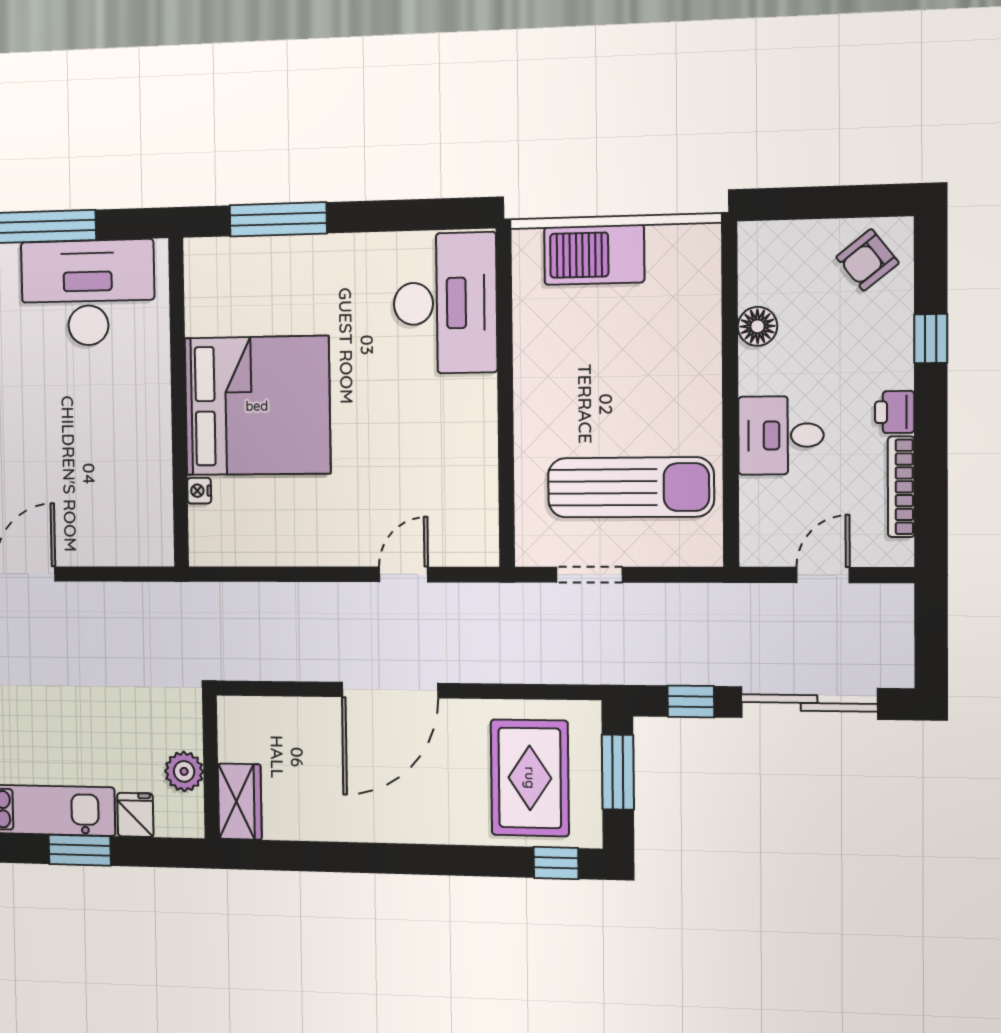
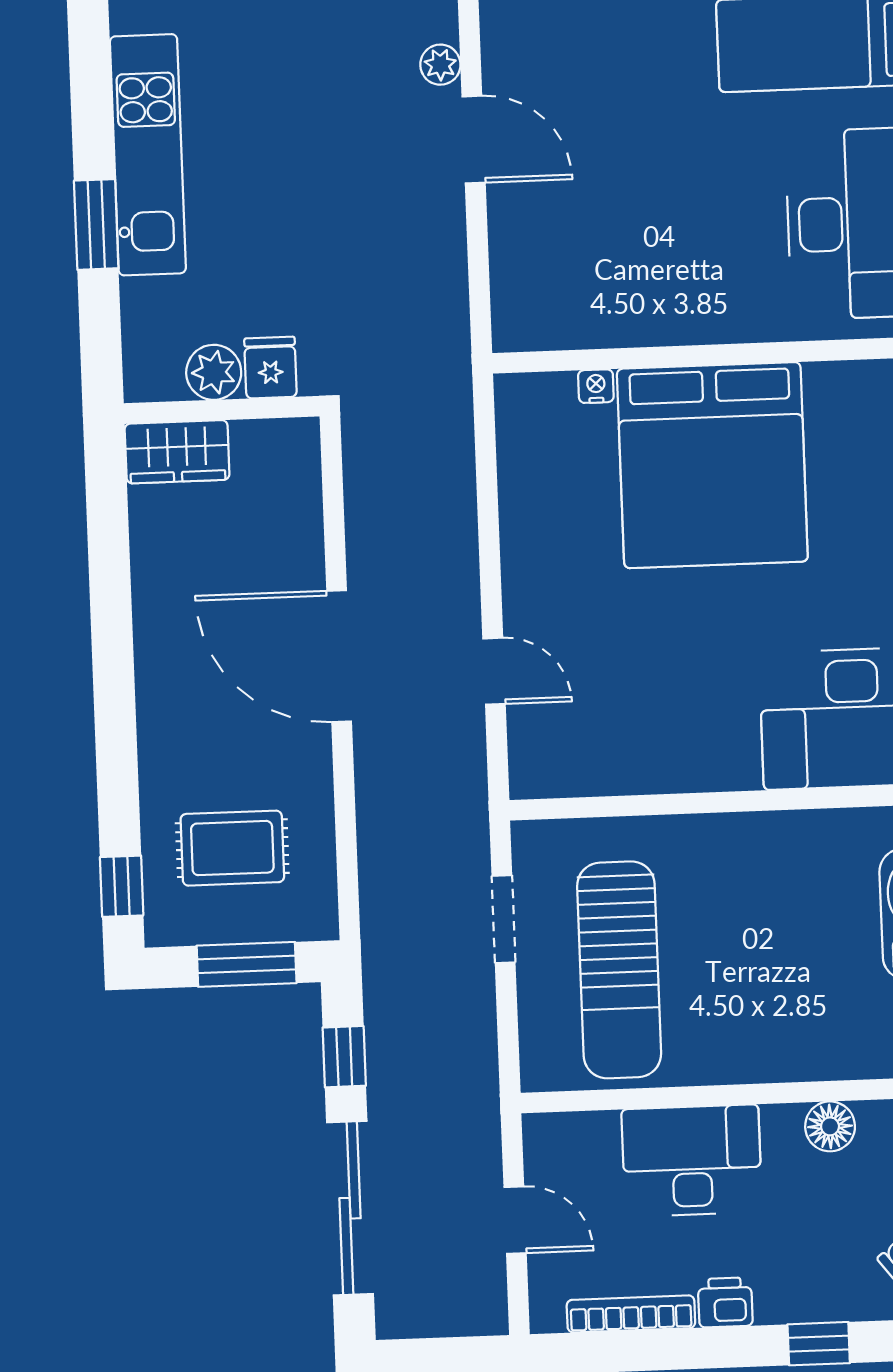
desk: (781, 435) -> (692, 1161), width x1.37
rug: (530, 778) -> (232, 848), width x0.73, depth x0.70
fridge: (135, 815) -> (270, 368), moved, turned -90

